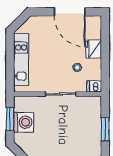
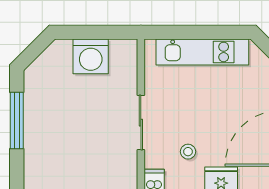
window: (10, 119) -> (97, 32), removed

